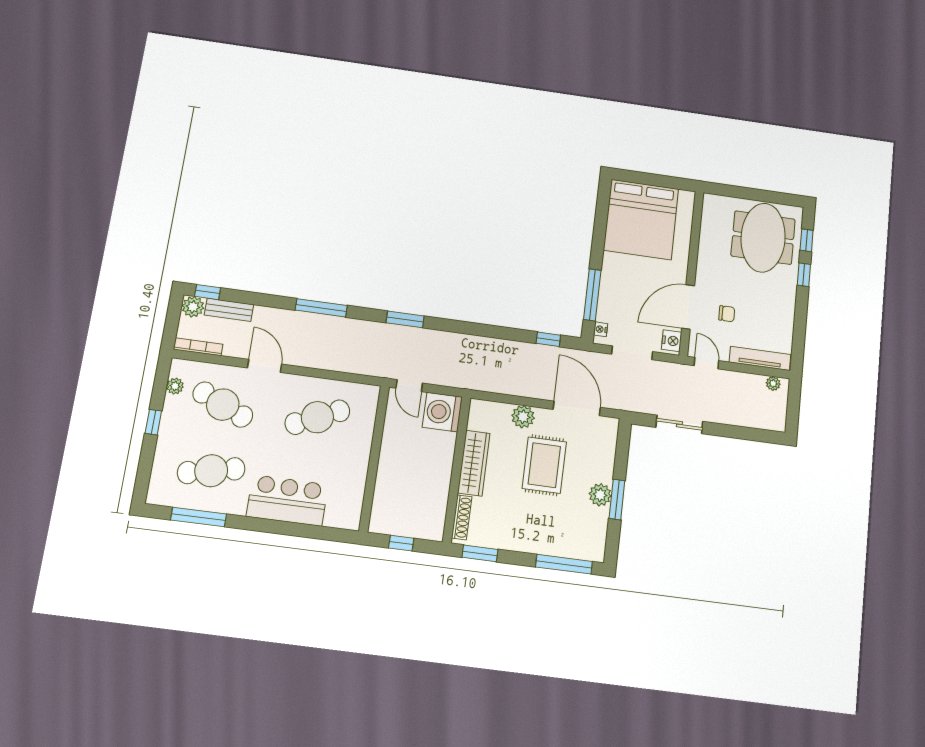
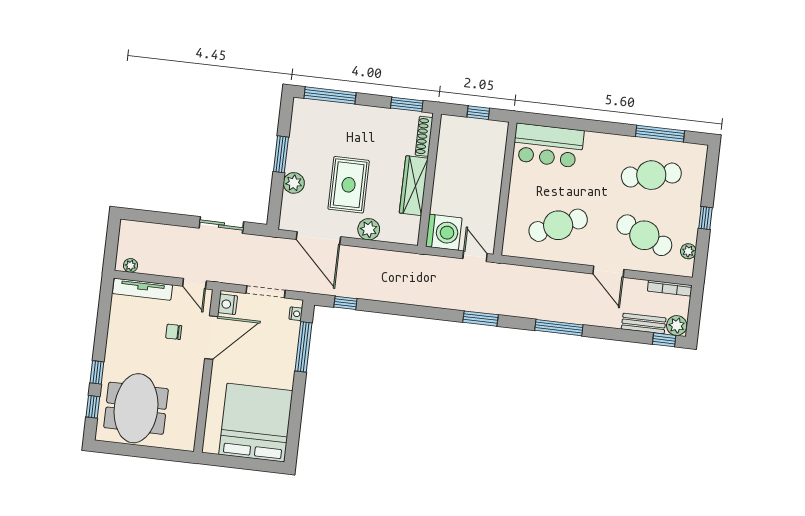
plant: (600, 495) -> (294, 183), moved
bar counter: (287, 500) -> (548, 145), moved

